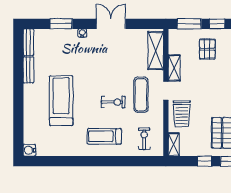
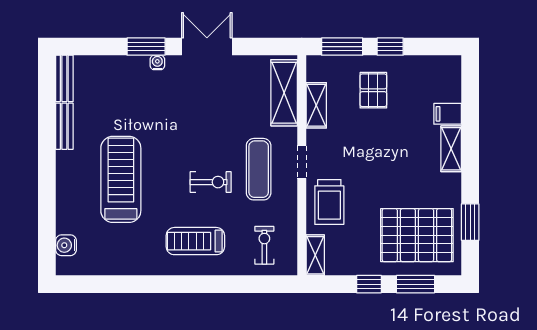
window: (61, 24) -> (146, 47), moved
shelving: (174, 68) -> (316, 105), moved
water cooler: (29, 150) -> (66, 245), moved

